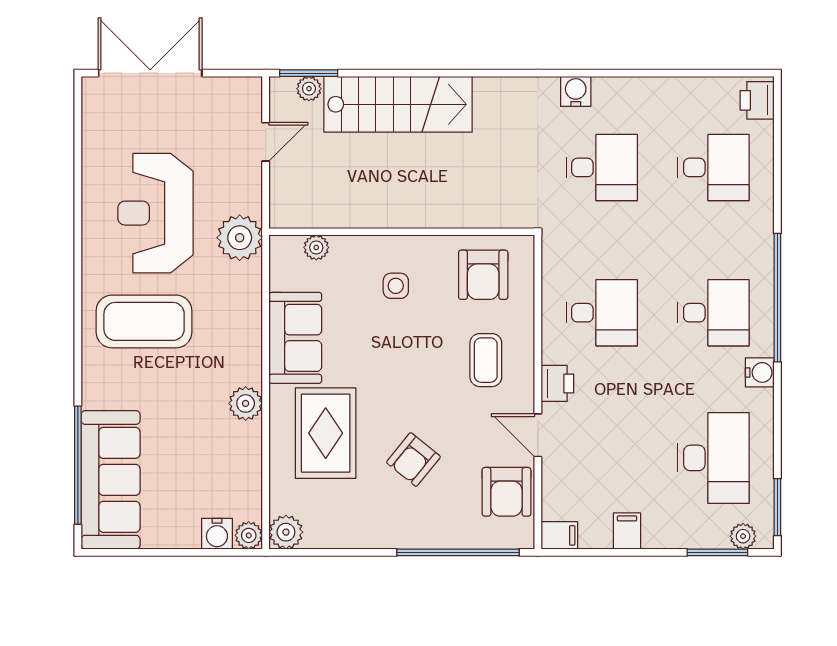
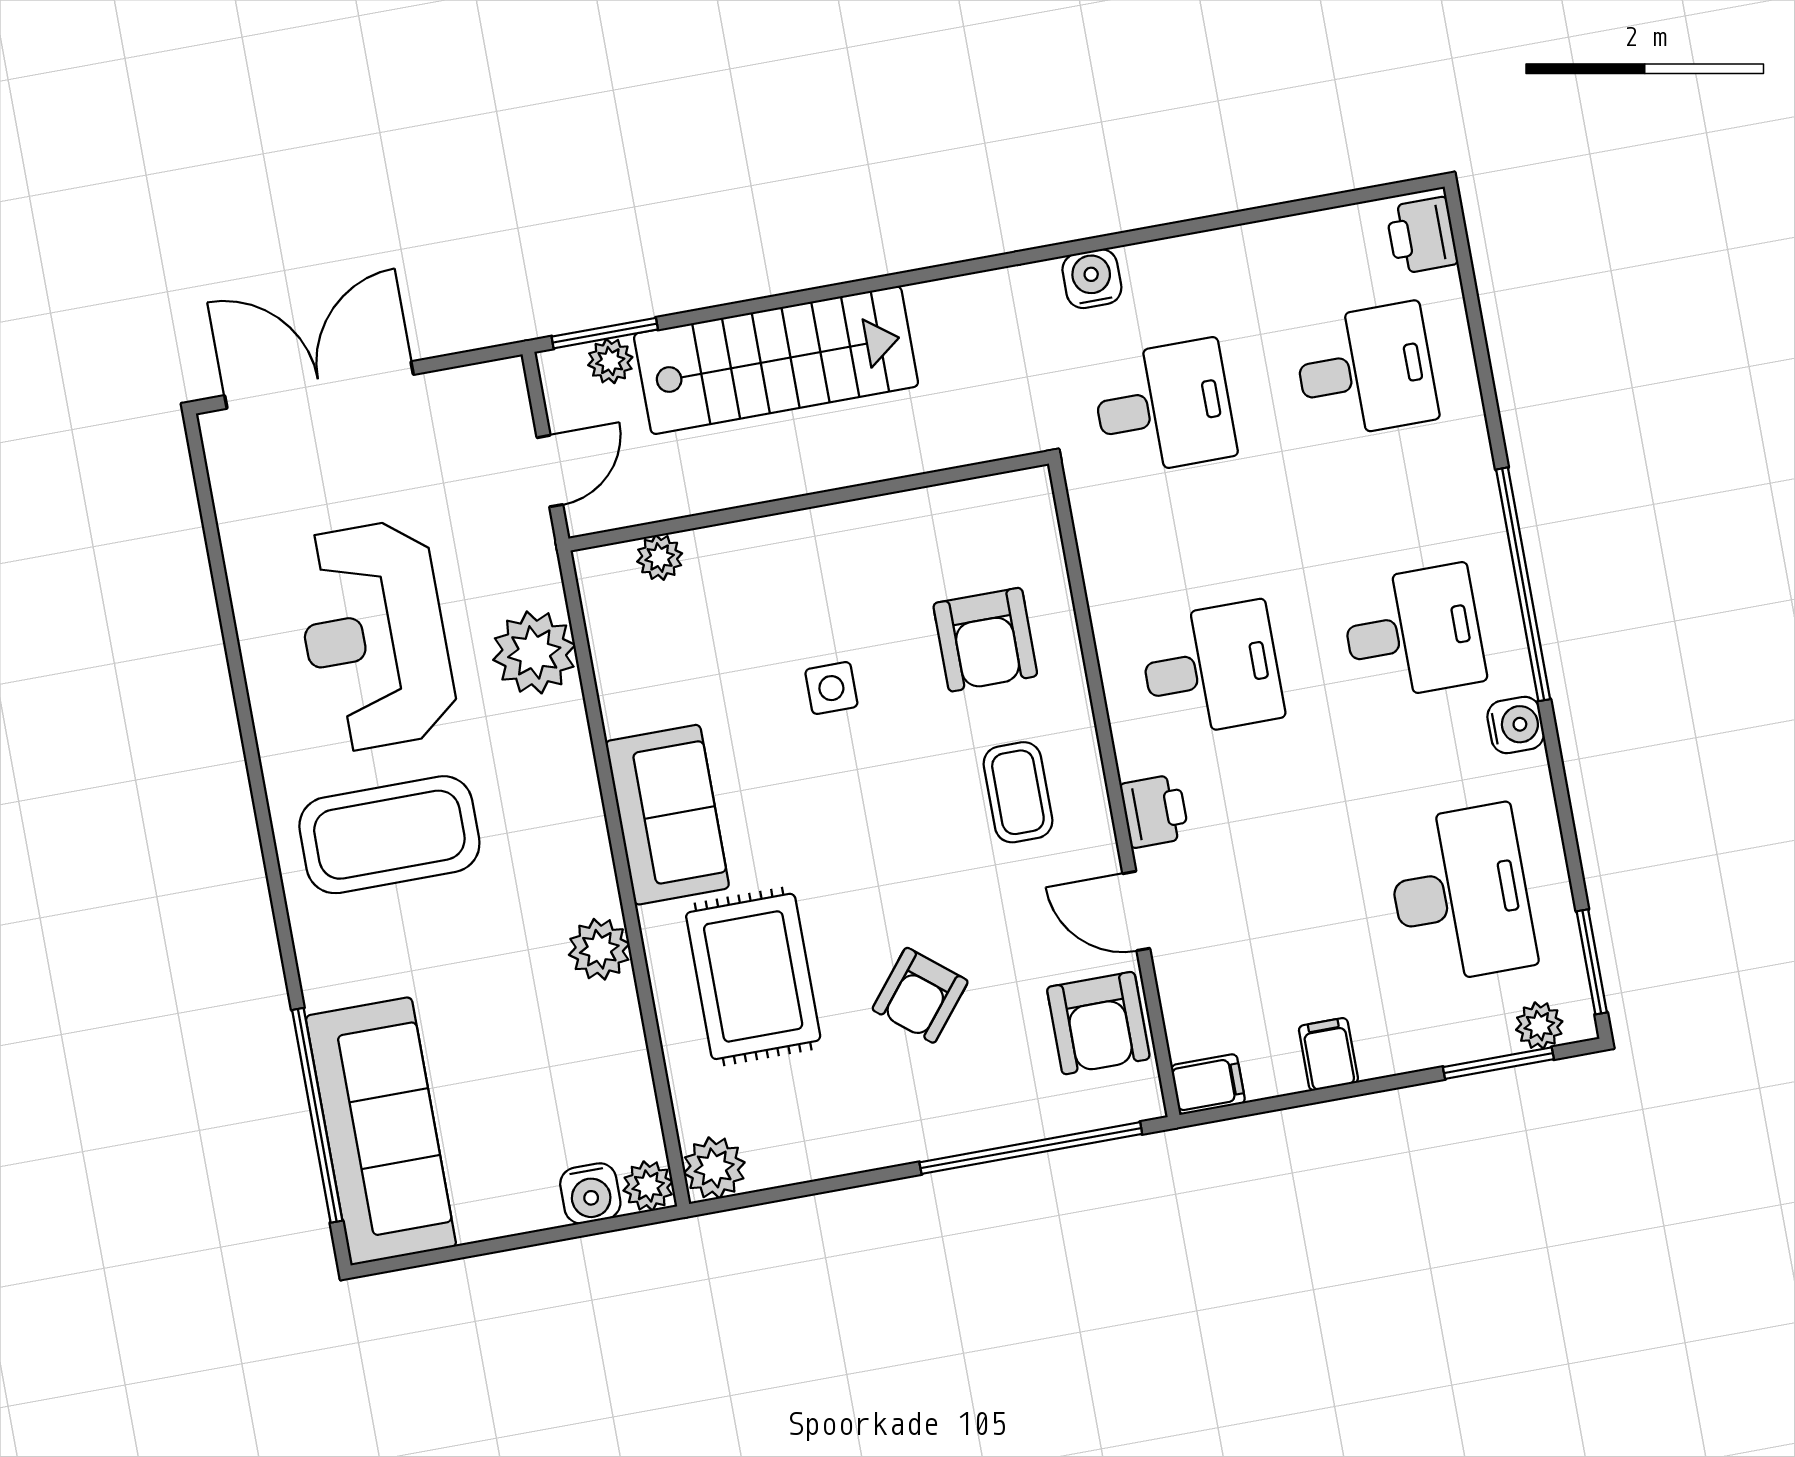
wall: (402, 232) -> (809, 501), moved
plant: (316, 247) -> (660, 557), moved

